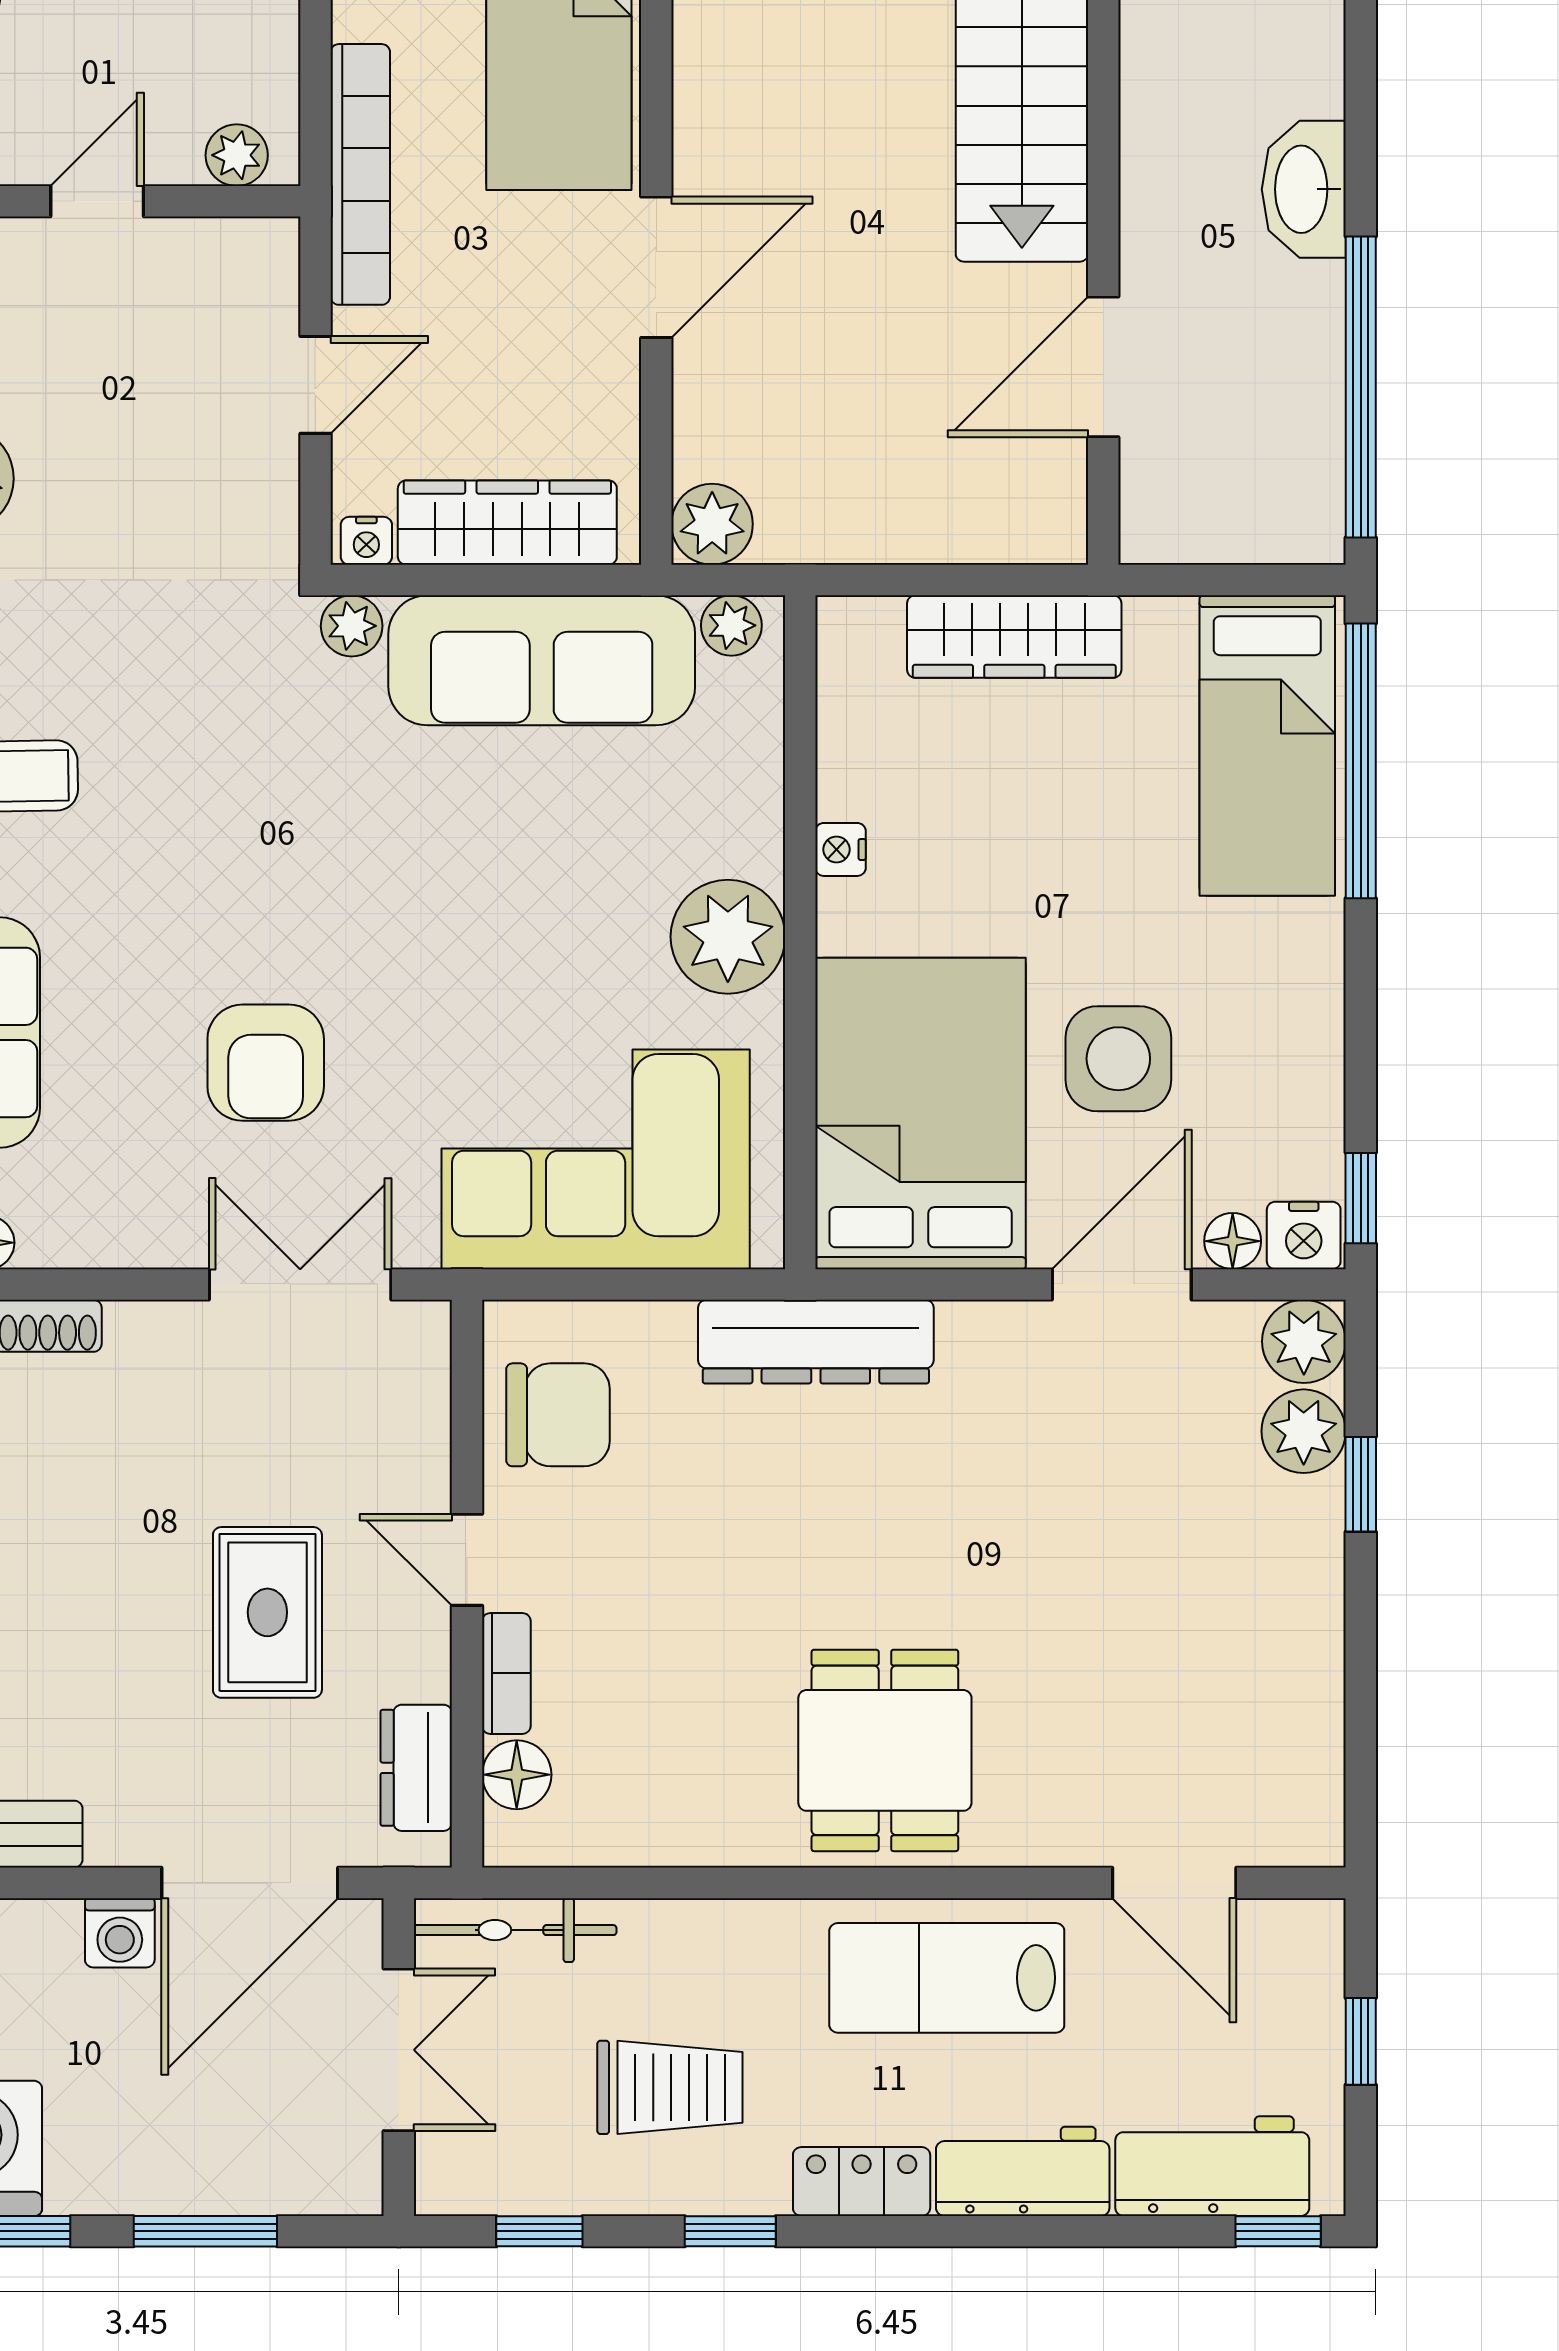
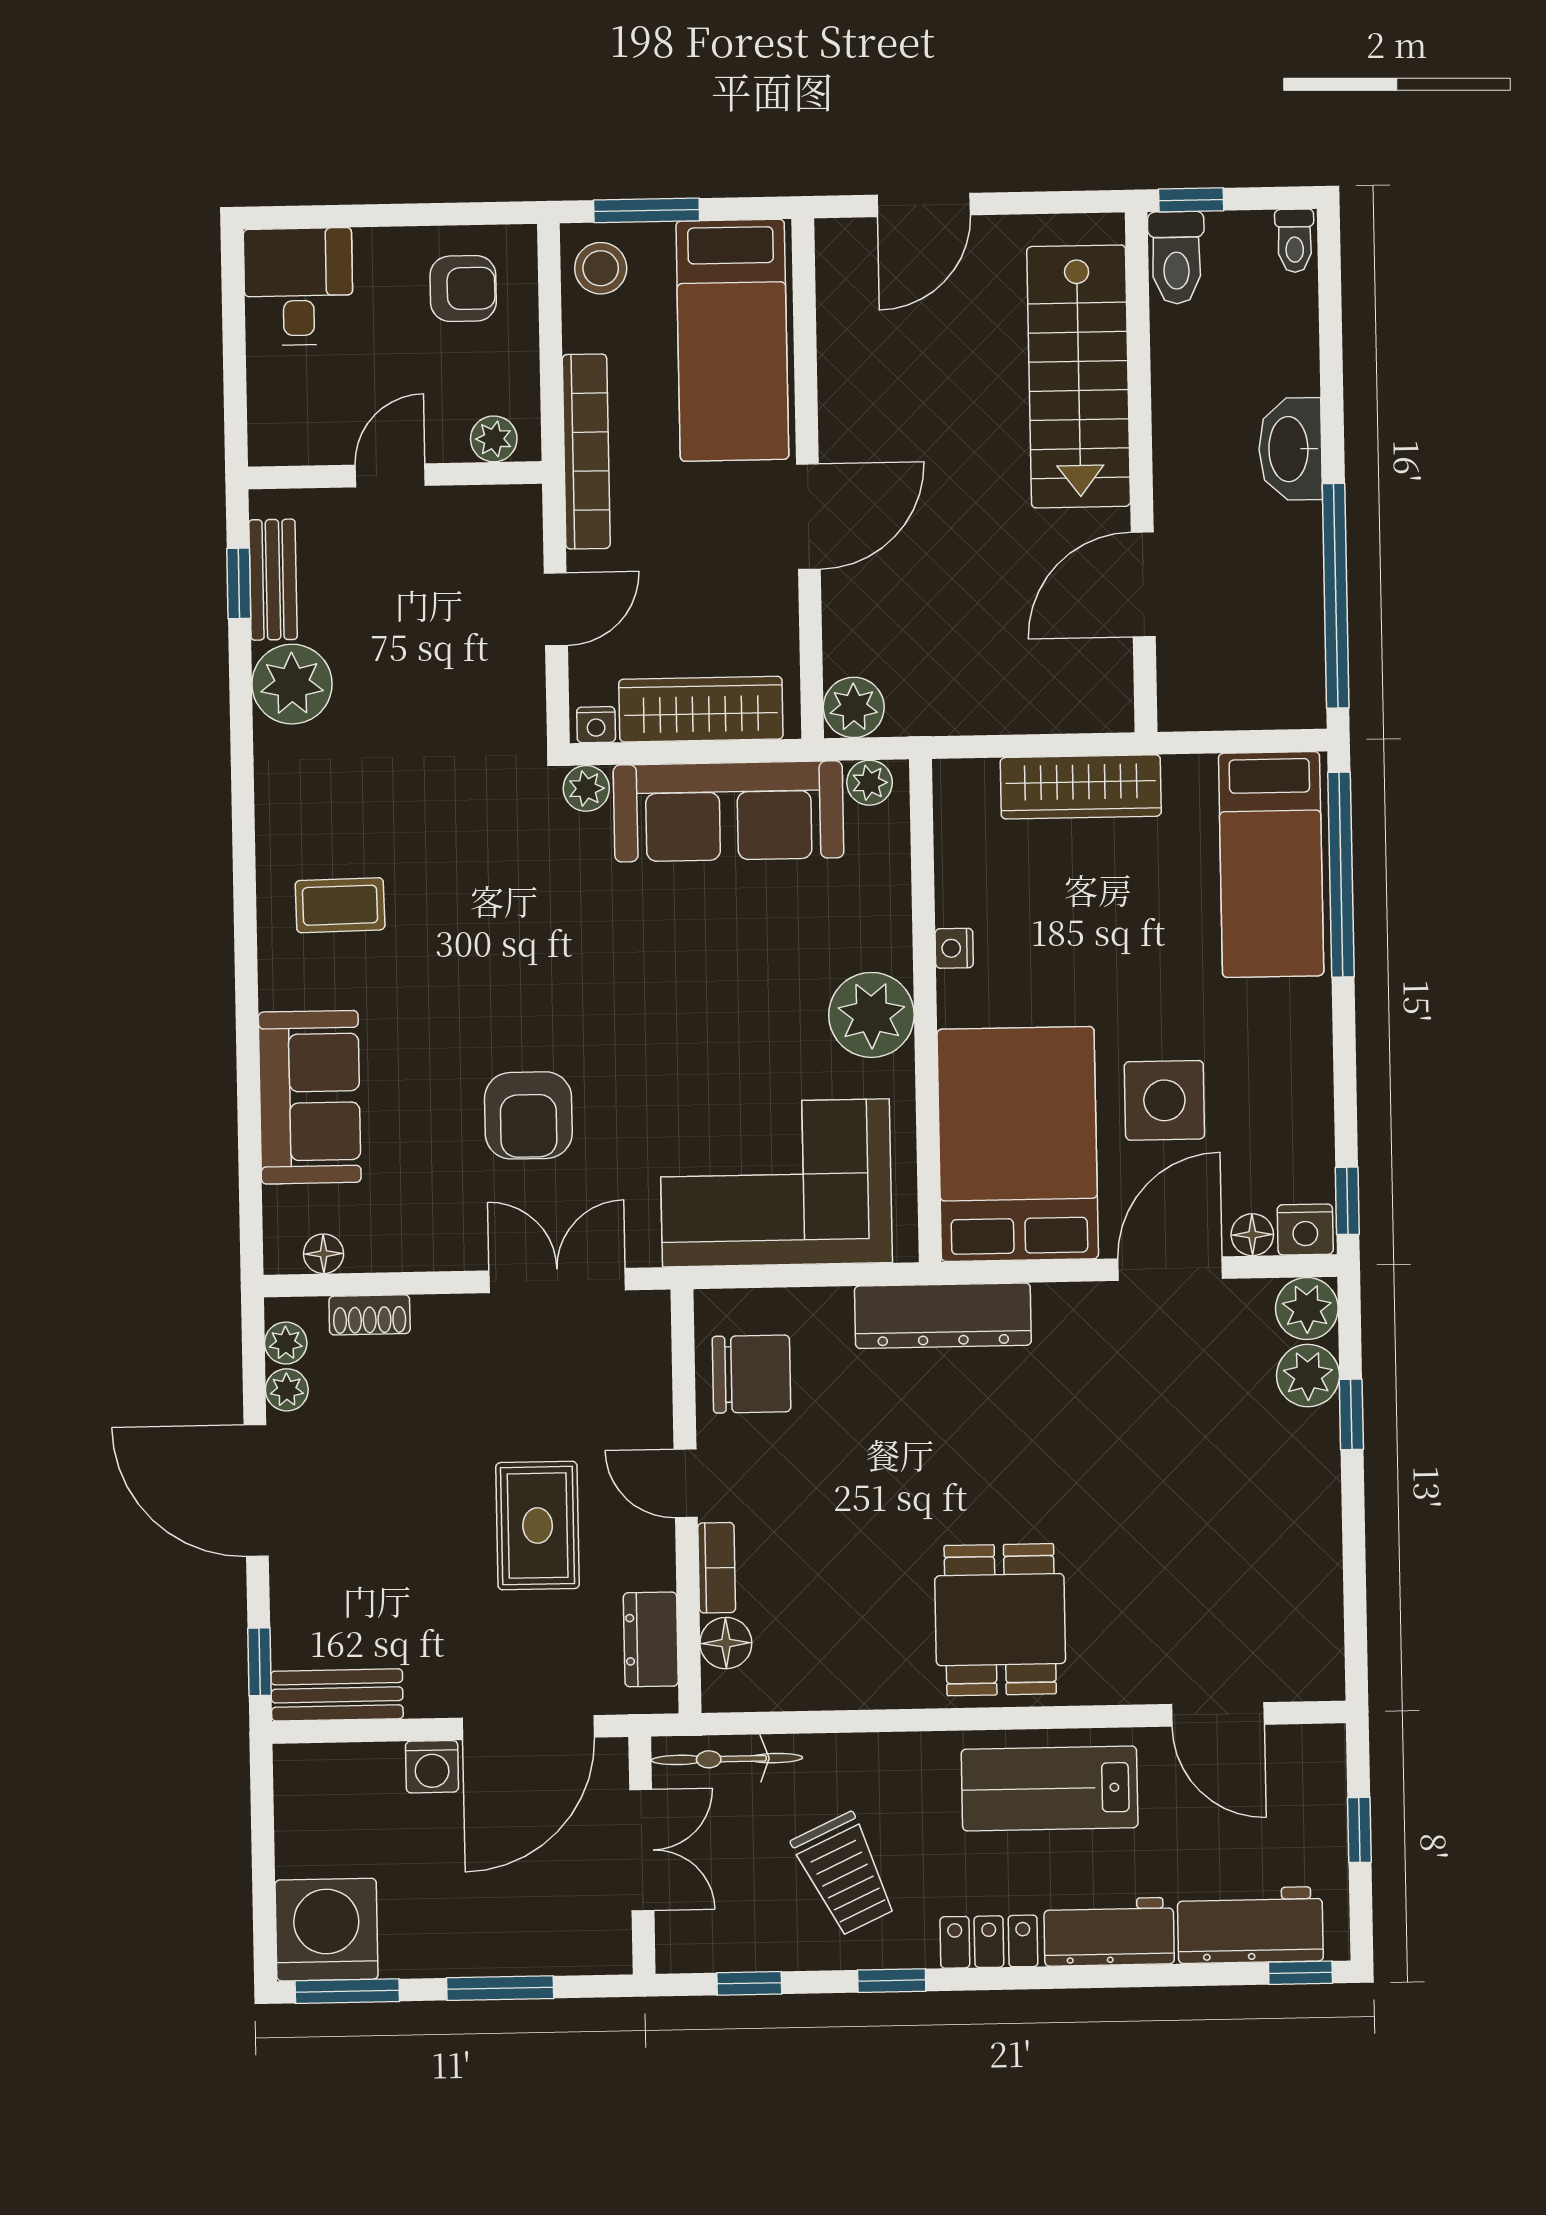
trolley: (670, 2087) -> (845, 1874), turned 65

